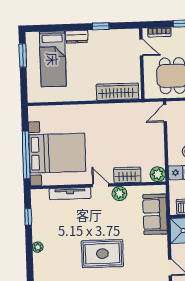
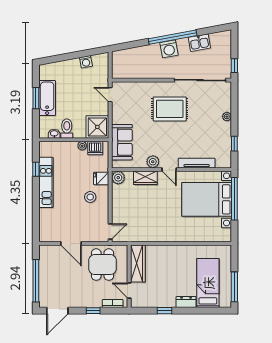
window: (23, 56) -> (234, 287), width x1.44
wardrobe: (117, 92) -> (138, 263), moved, turned -90

